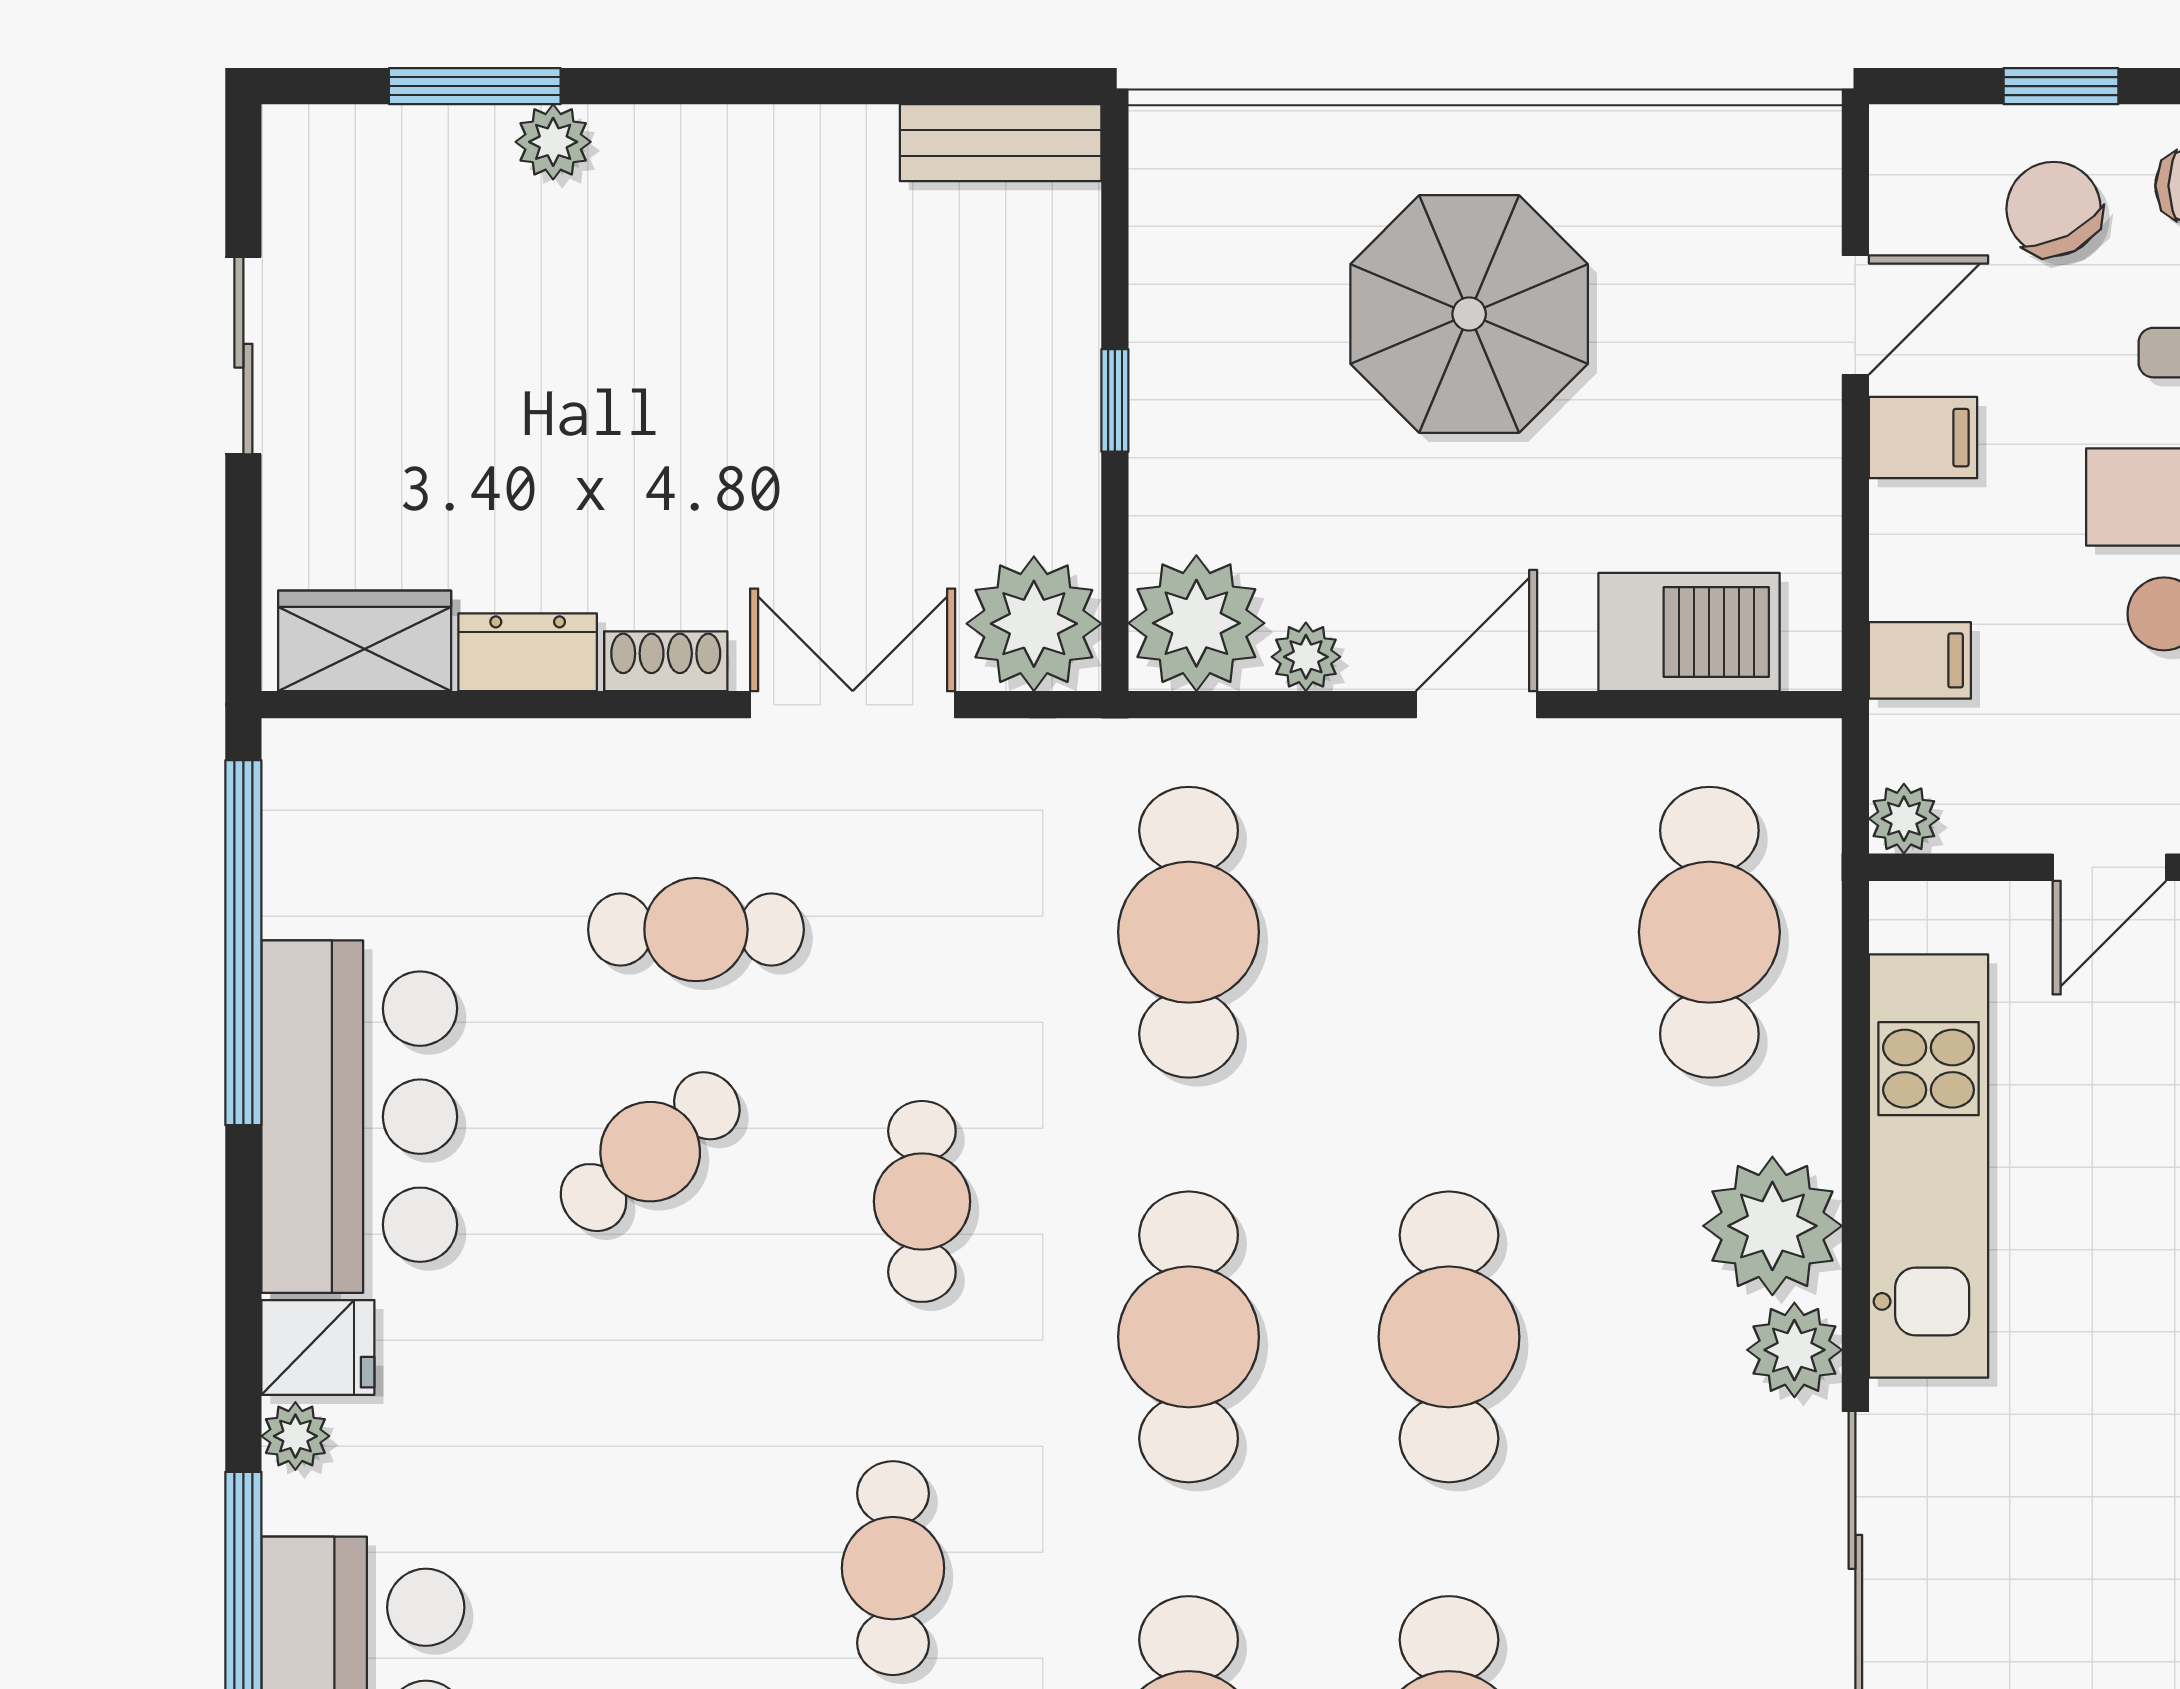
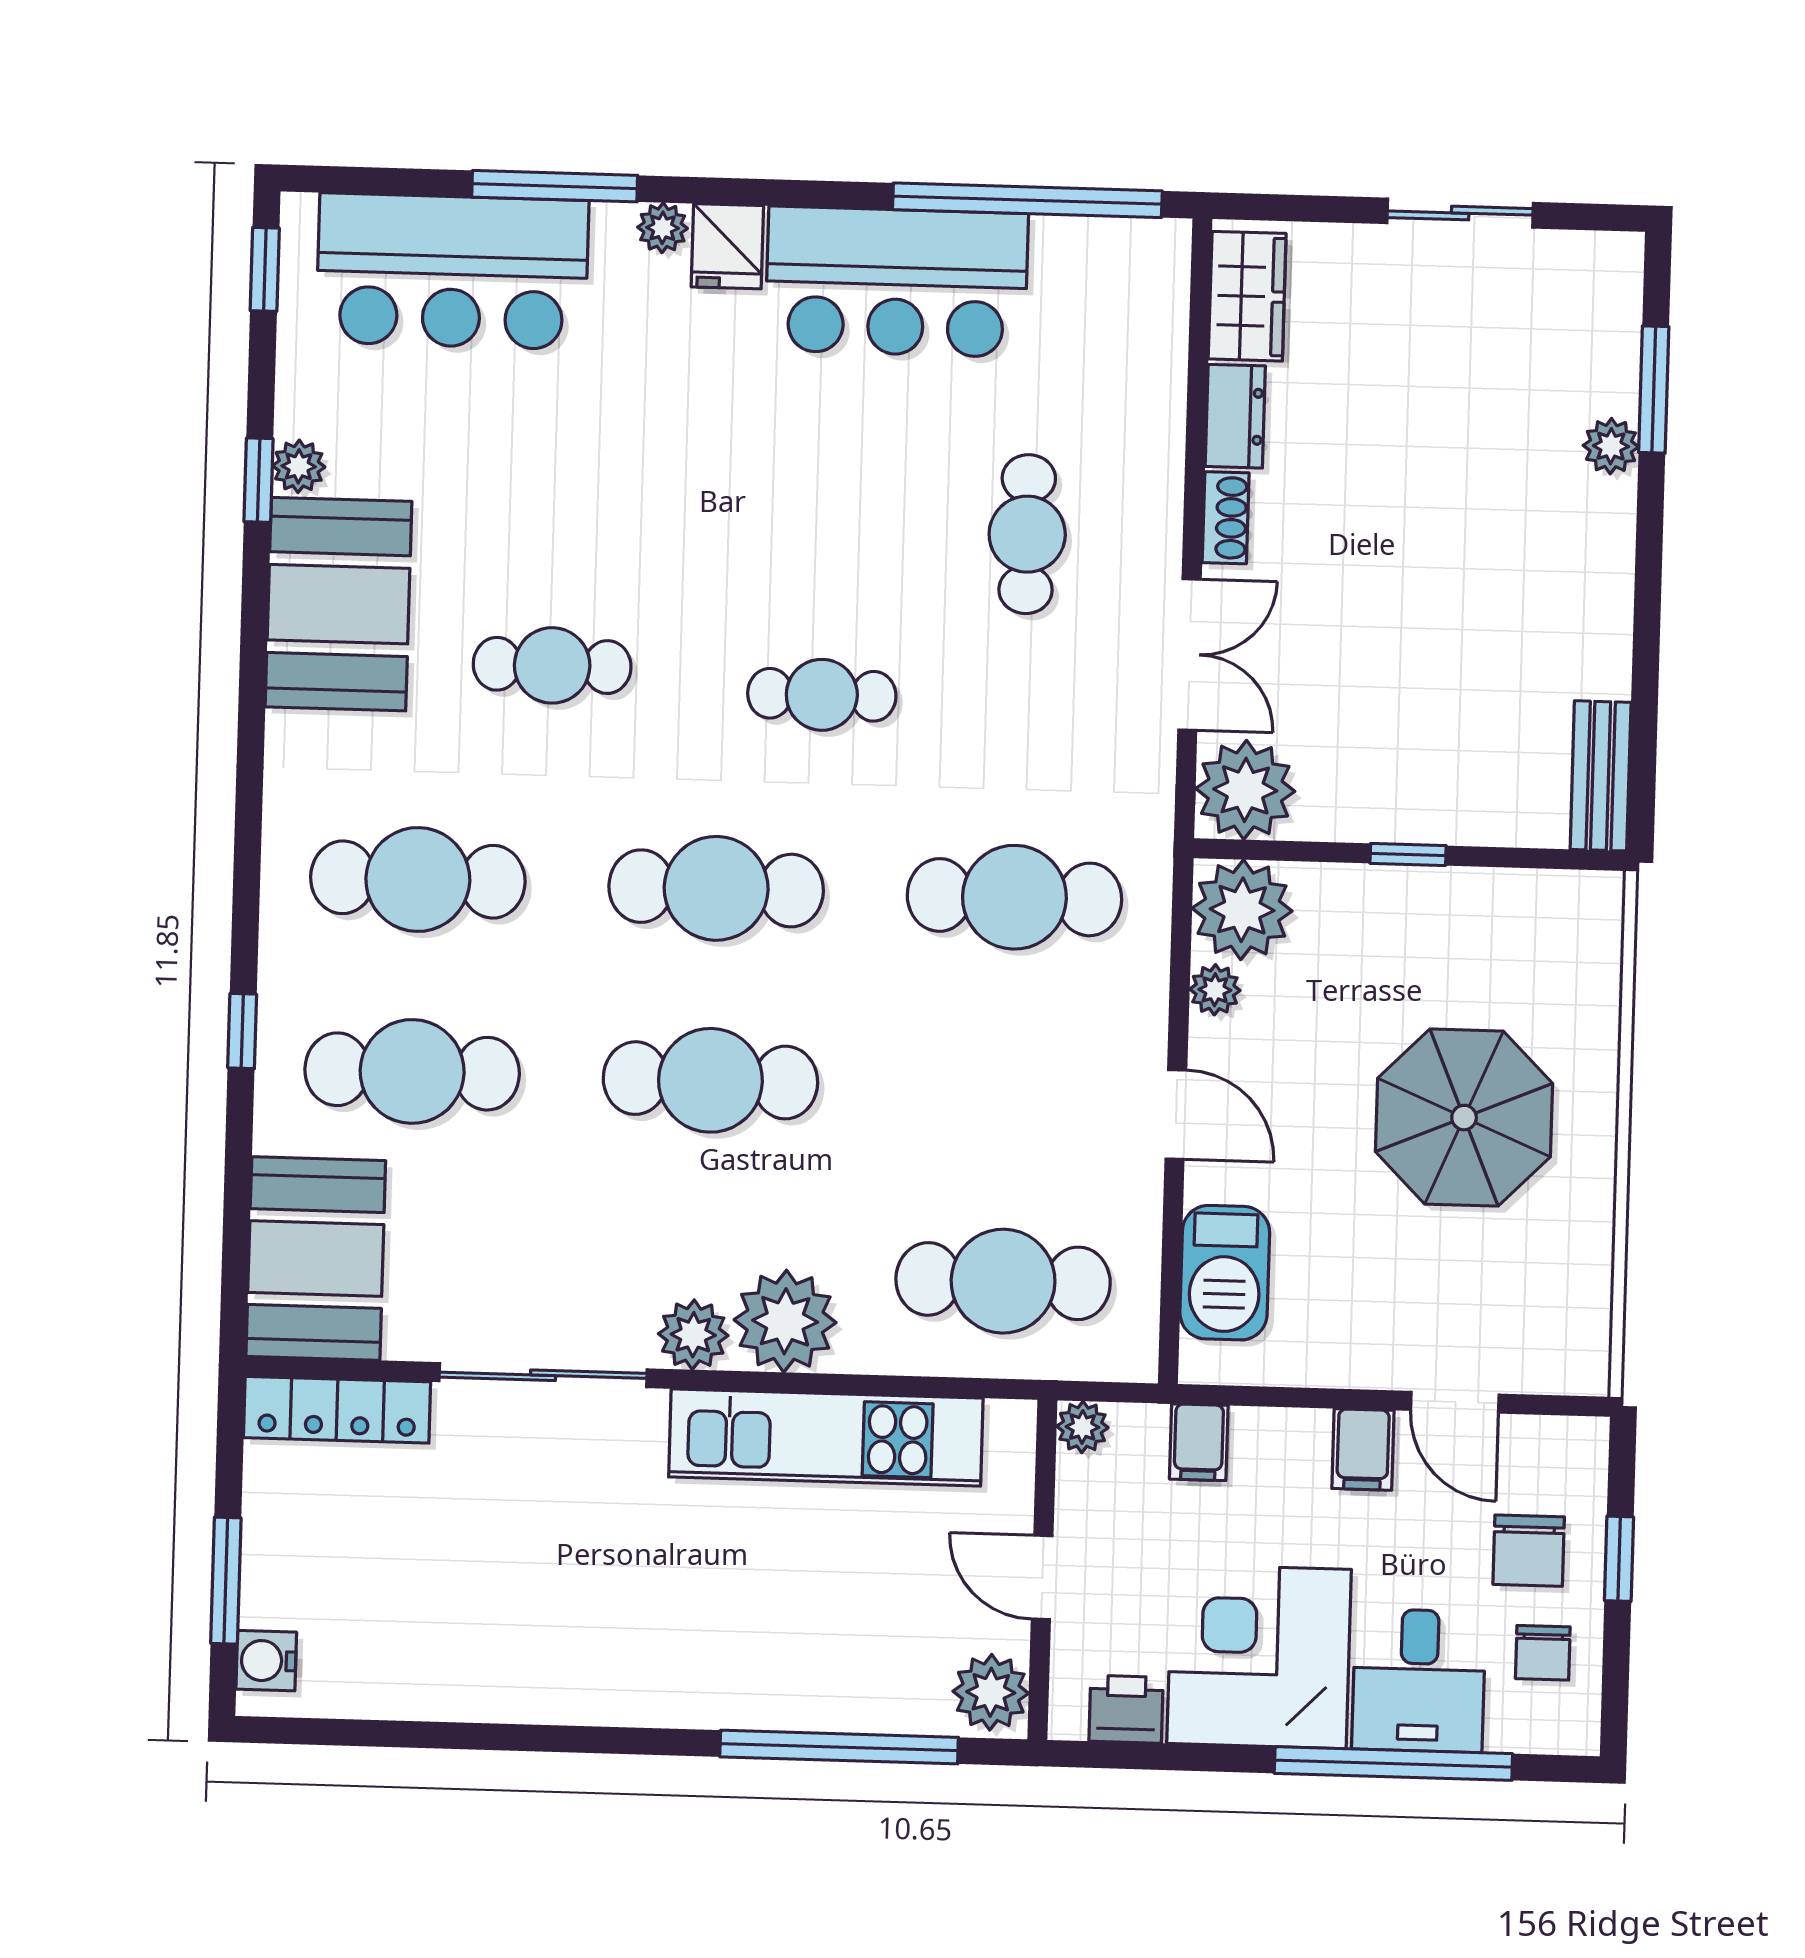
chair: (2054, 209) -> (1529, 1551), turned 117
cafe table: (650, 1152) -> (864, 496), removed

